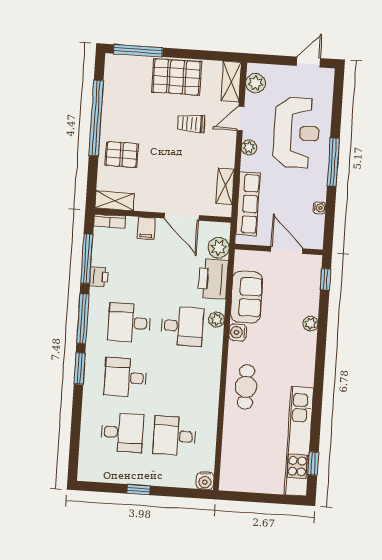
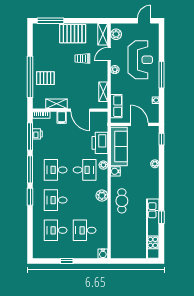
window: (96, 118) -> (30, 77), moved
shelving: (115, 201) -> (57, 104), moved
row of seats: (248, 204) -> (116, 106), width x0.68
plant: (219, 248) -> (102, 196), moved
printer: (99, 277) -> (37, 134), moved
sofa: (246, 297) -> (119, 146), width x1.36
desk: (122, 432) -> (56, 230), turned 180
window: (313, 464) -> (162, 217), moved

